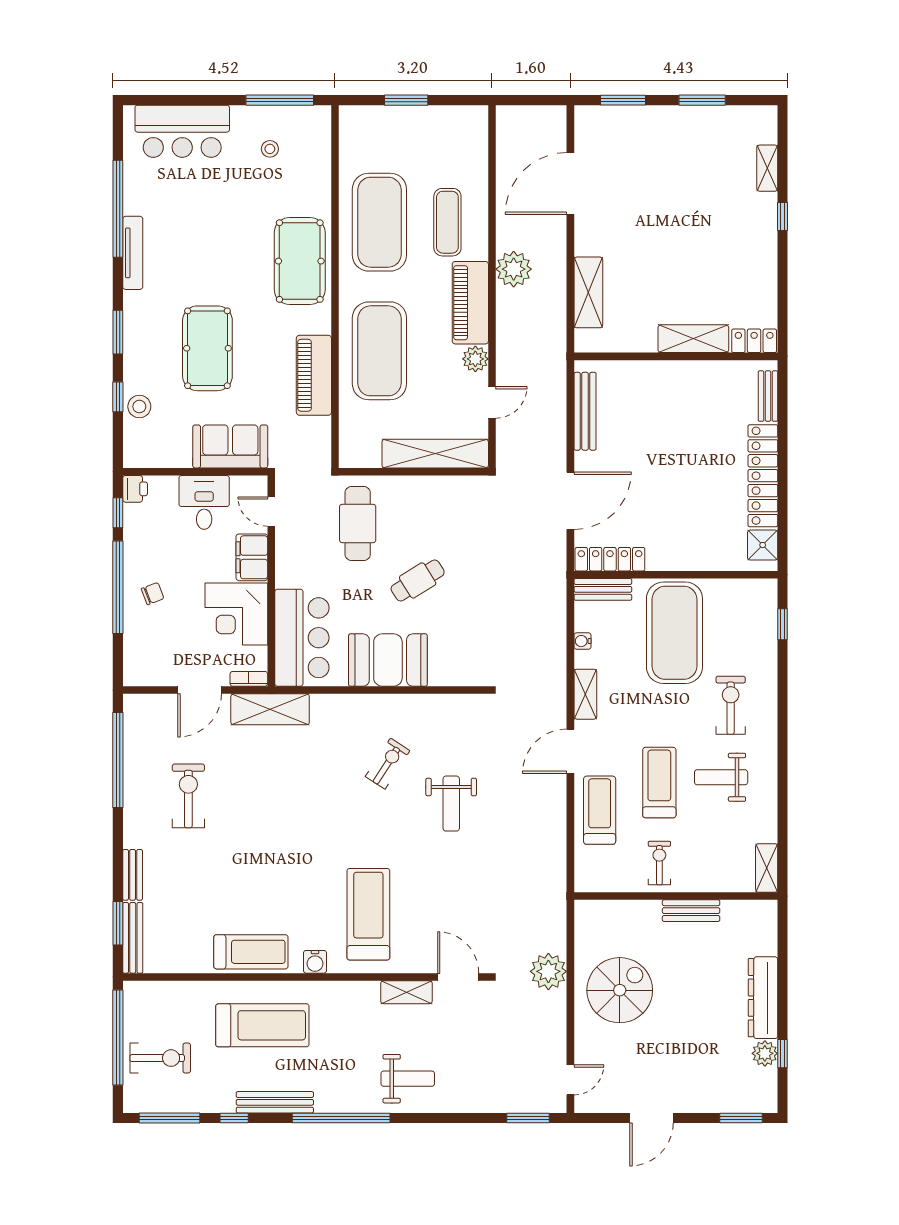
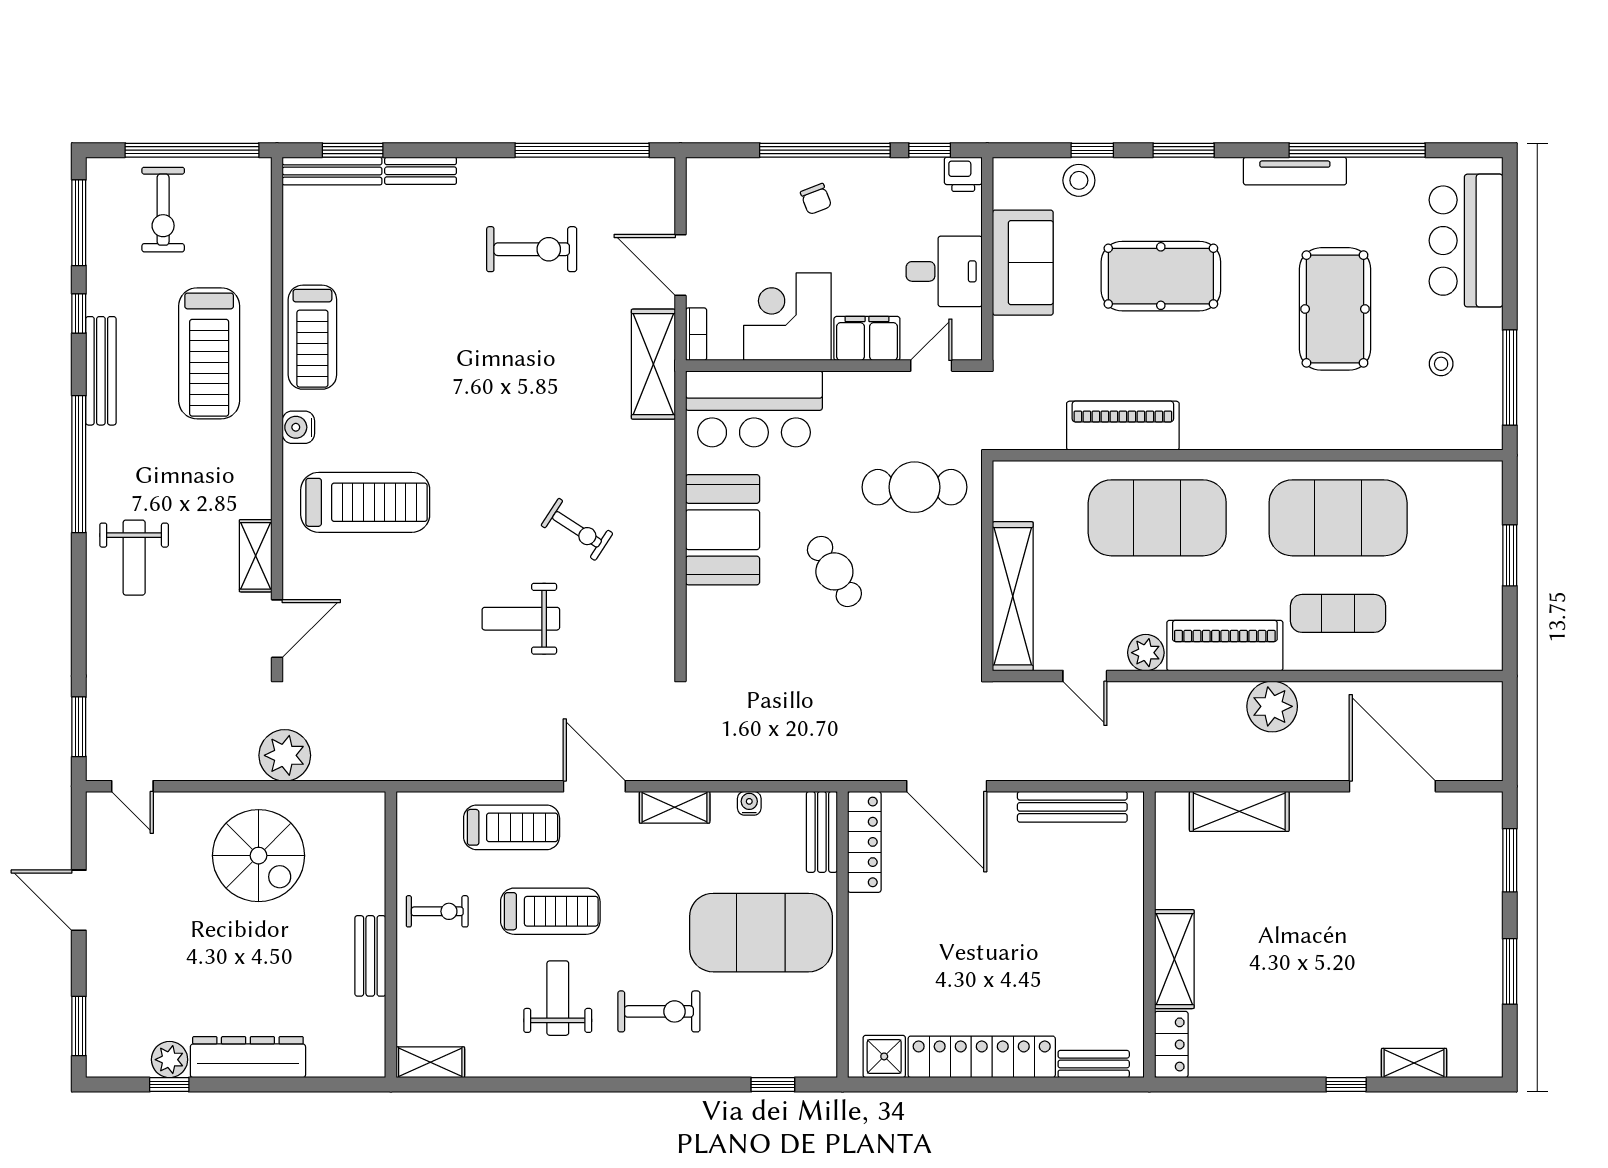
pool table: (300, 261) -> (1335, 309), moved, turned 90
sofa: (230, 446) -> (1023, 263), moved

